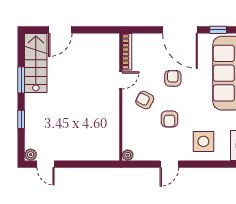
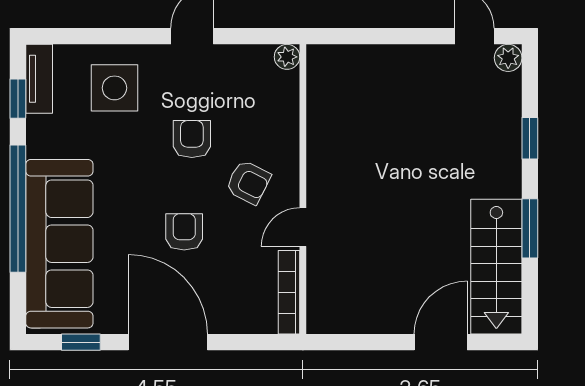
armchair: (173, 78) -> (184, 232), turned 180

